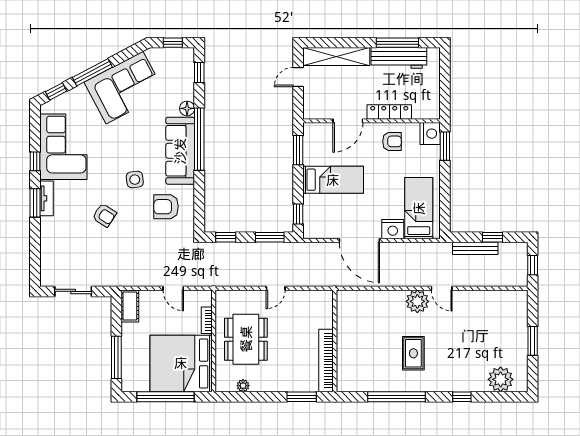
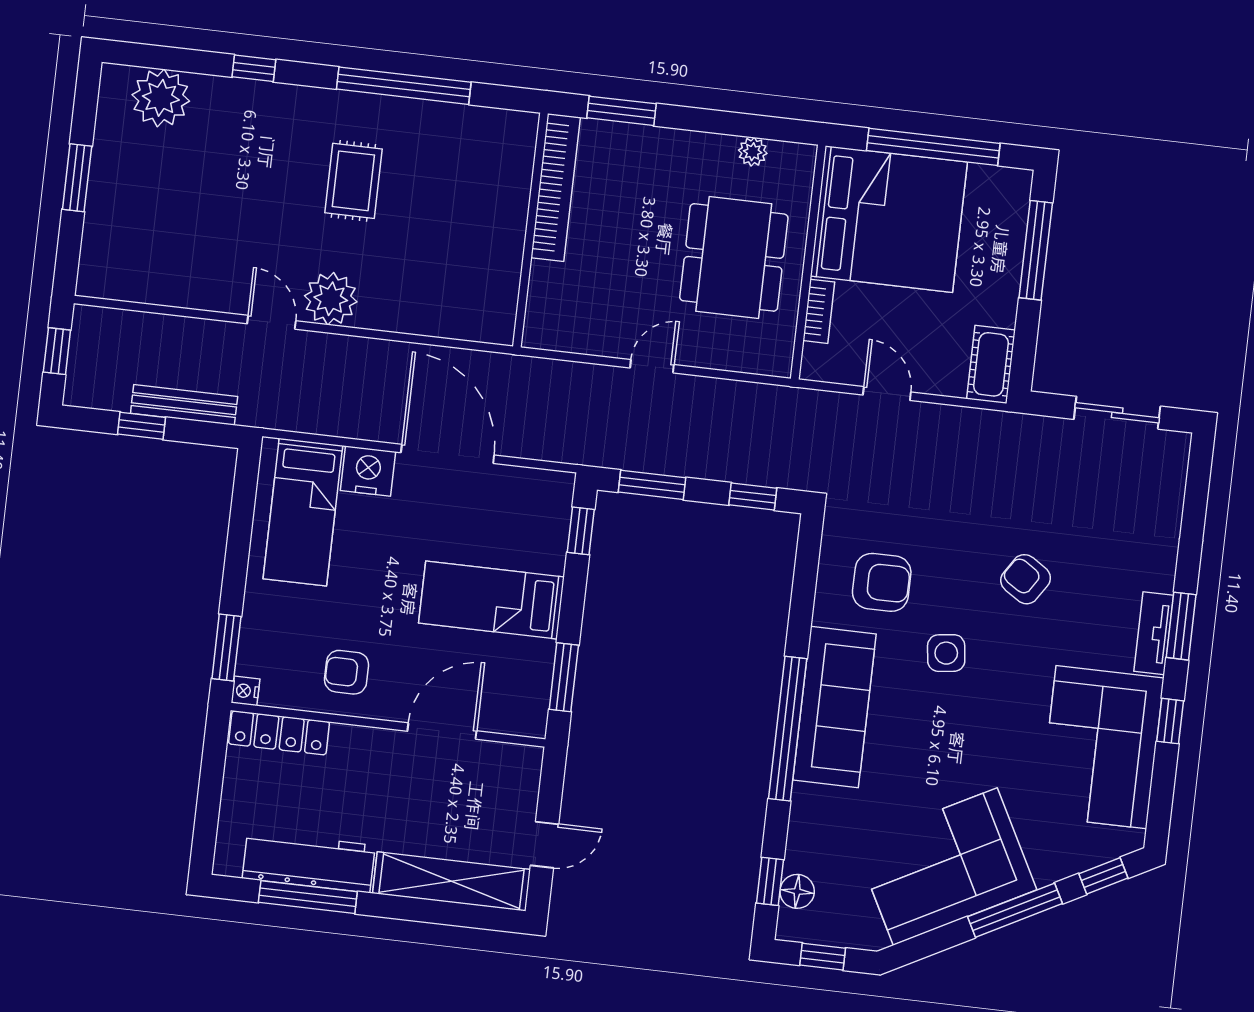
floor lamp: (187, 108) -> (797, 891), moved
locker: (389, 112) -> (279, 733), moved
nightstand: (430, 134) -> (245, 691), width x0.53, depth x0.56

